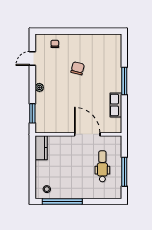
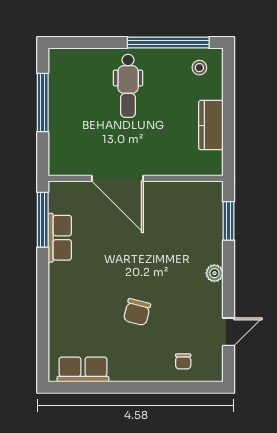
row of seats: (104, 40) -> (83, 369), added
window: (124, 81) -> (43, 220), moved
kitchen counter: (41, 148) -> (211, 125), moved
dental chair: (102, 166) -> (128, 86), moved

